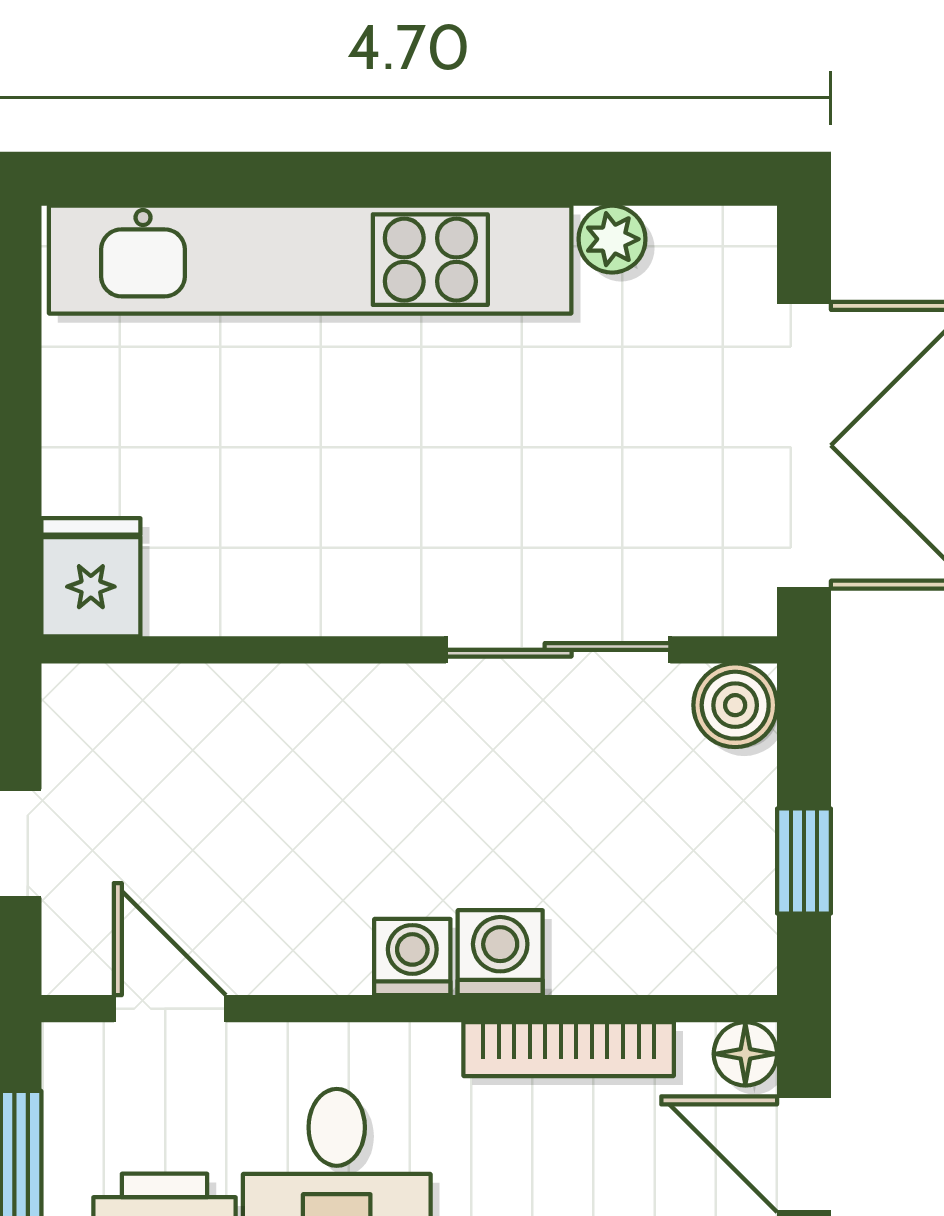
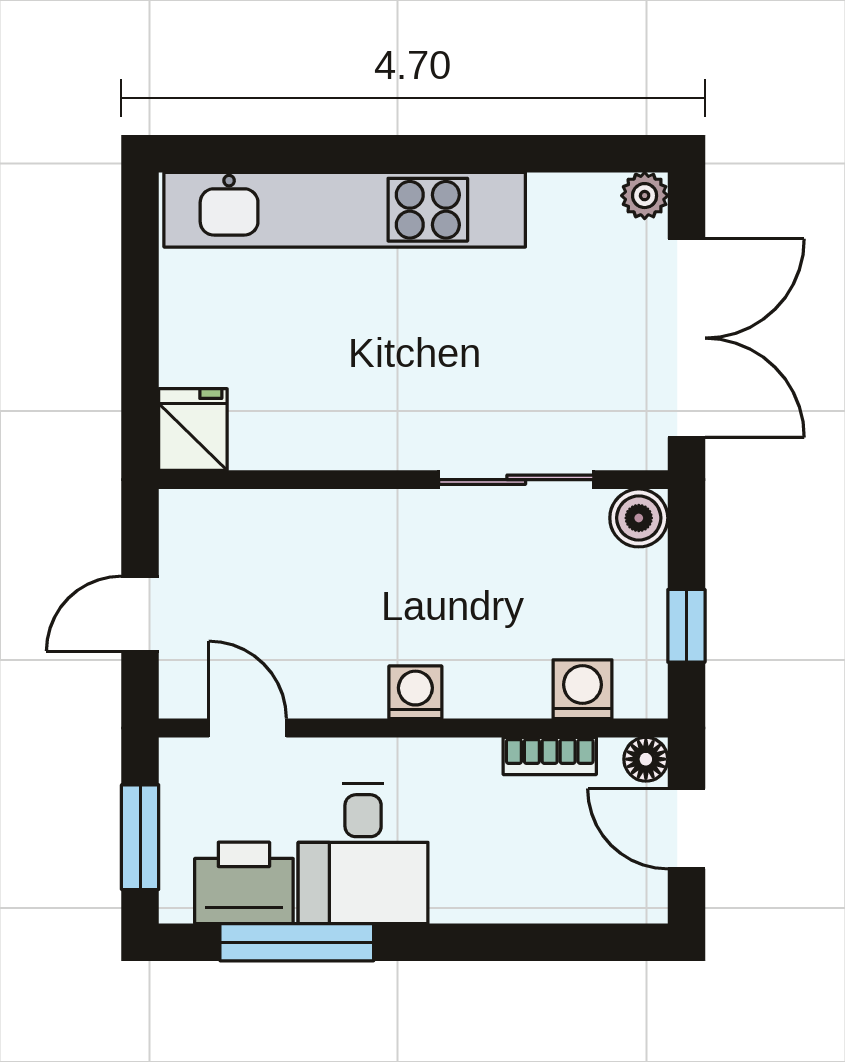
plant: (612, 239) -> (645, 196), moved
washing machine: (500, 953) -> (582, 689), moved
bookcase: (569, 1049) -> (550, 756), width x0.64

